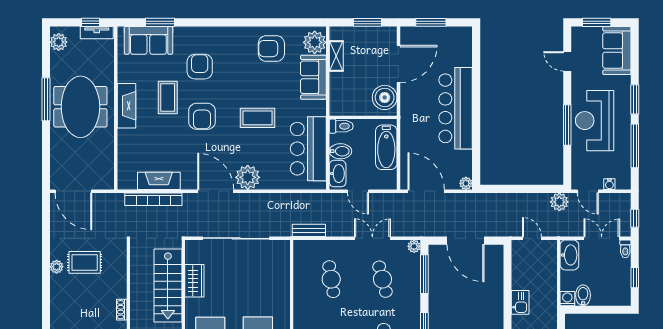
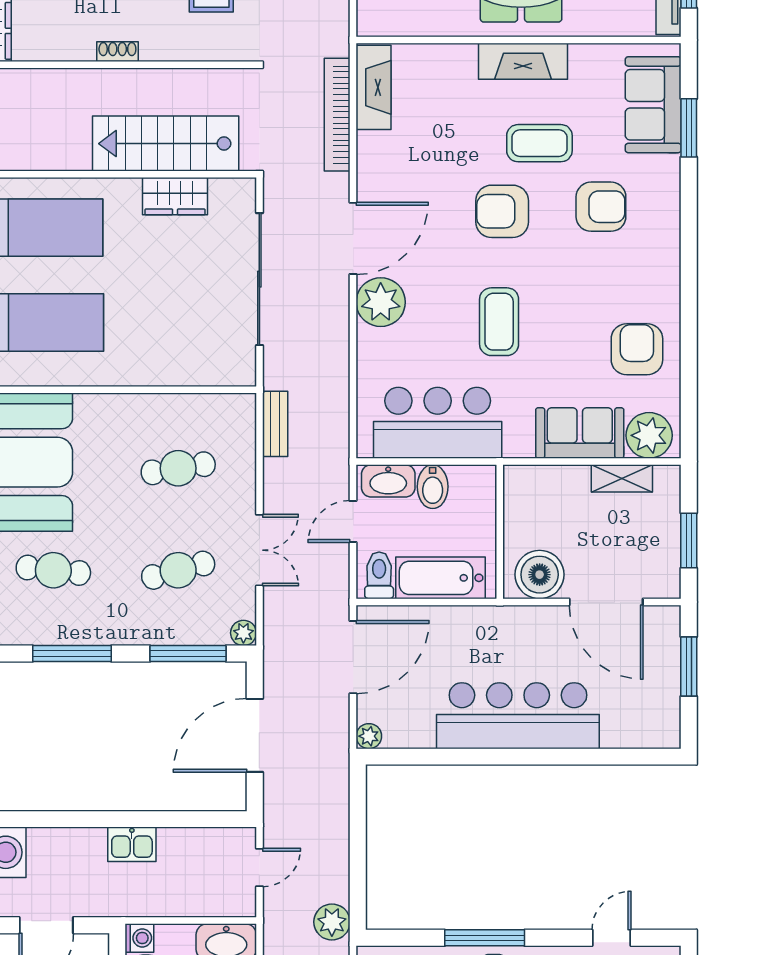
toilet: (341, 126) -> (379, 575), moved, turned 180
fireplace: (159, 181) -> (374, 87), moved

